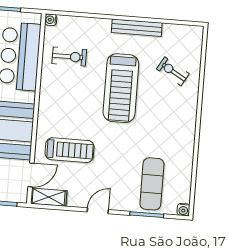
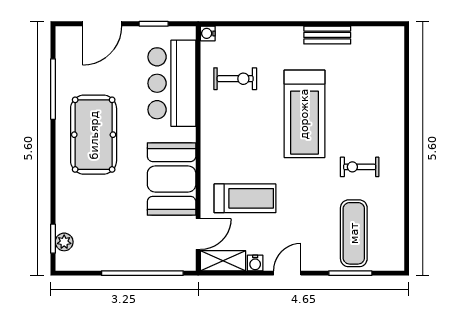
bench: (137, 28) -> (327, 35), width x0.73
exercise bike: (173, 71) -> (360, 167), moved, turned -30
water cooler: (183, 210) -> (255, 263), moved

